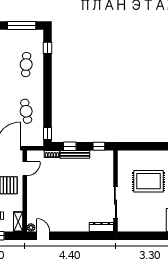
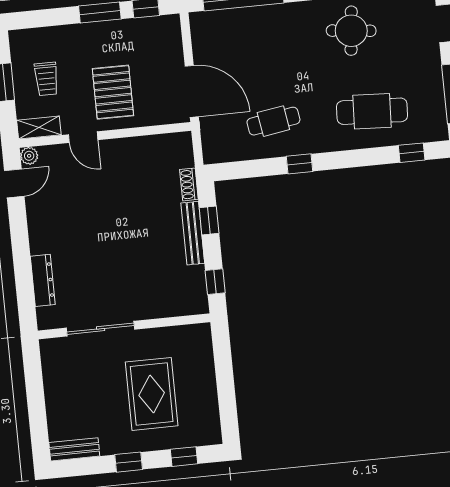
cafe table: (26, 65) -> (372, 111), width x1.37, depth x1.35
window: (47, 133) -> (299, 164), moved
door: (25, 169) -> (83, 137), moved
dresser: (101, 227) -> (43, 280), moved

